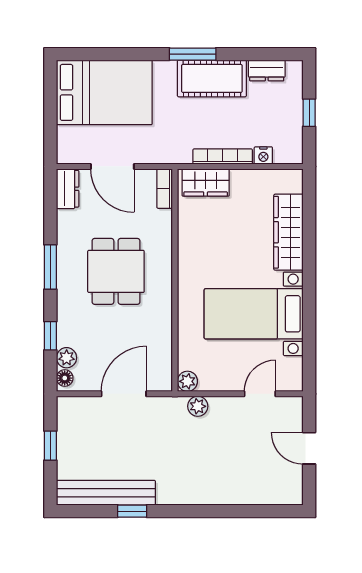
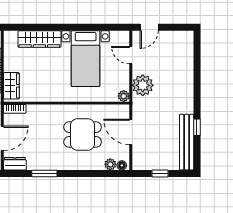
window: (50, 267) -> (44, 173), moved
dining table: (116, 271) -> (83, 135), moved
window: (50, 336) -> (98, 173), removed
plant: (198, 406) -> (143, 85), width x1.87, depth x1.87
door: (309, 448) -> (149, 27), moved

